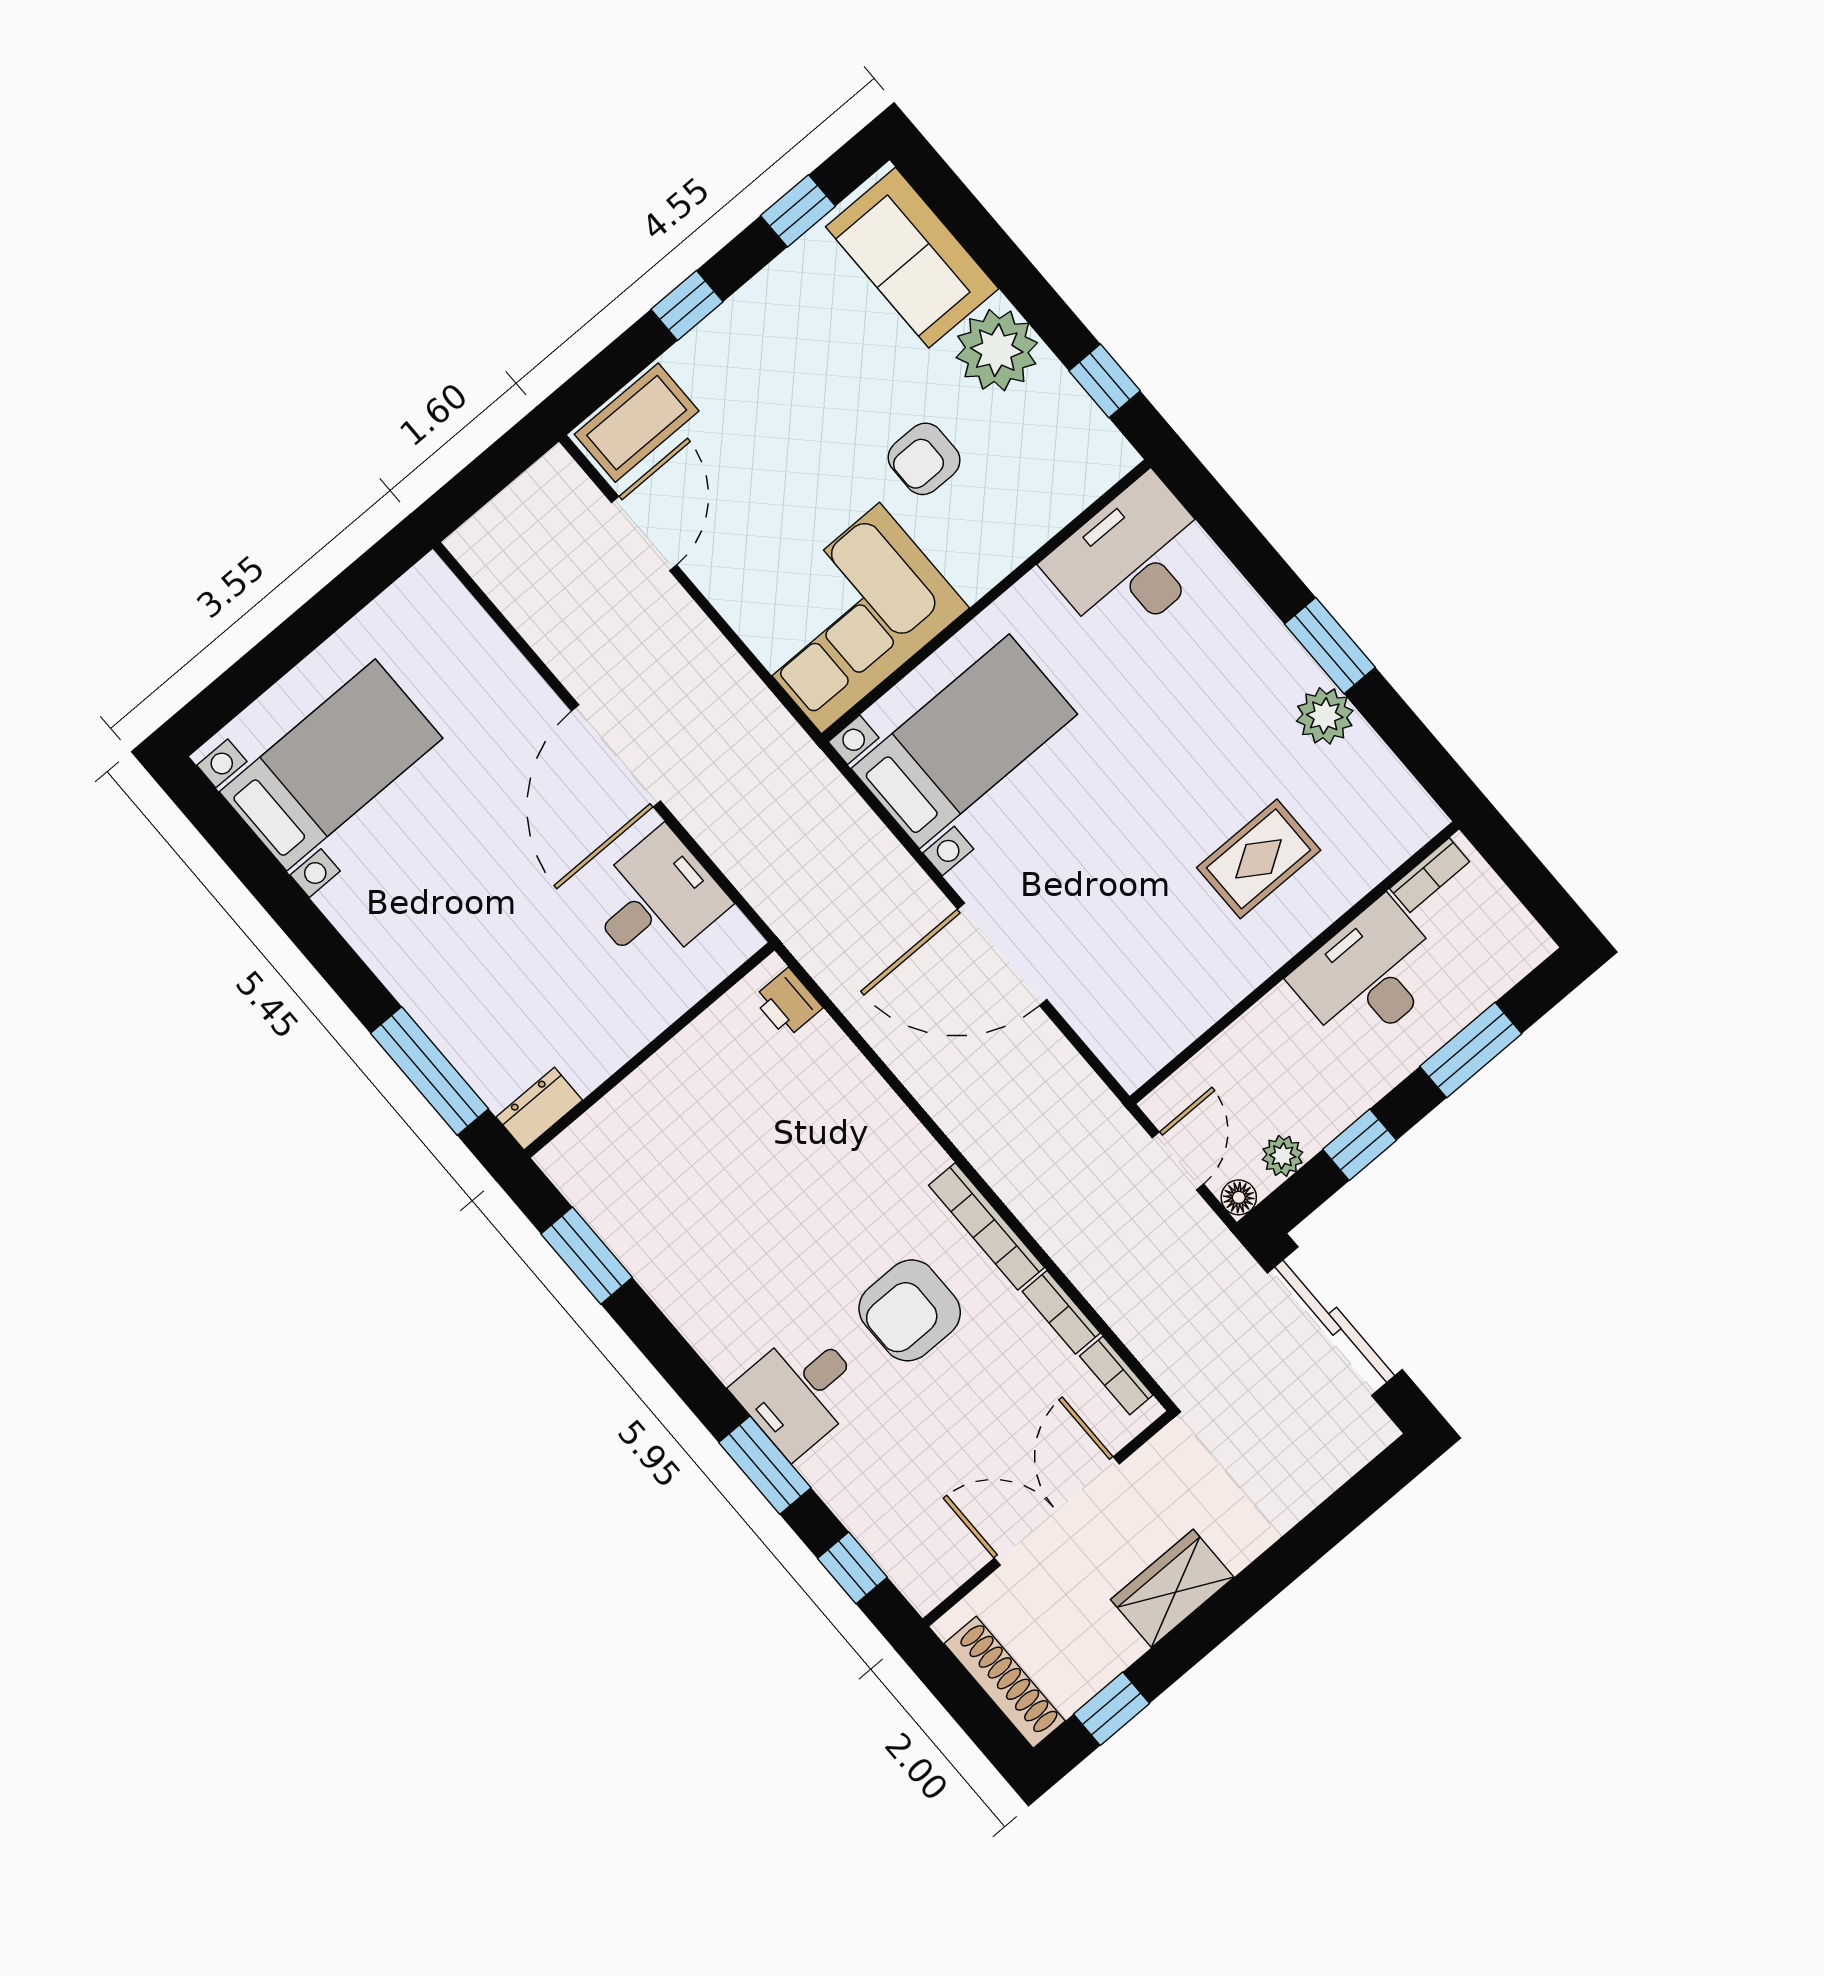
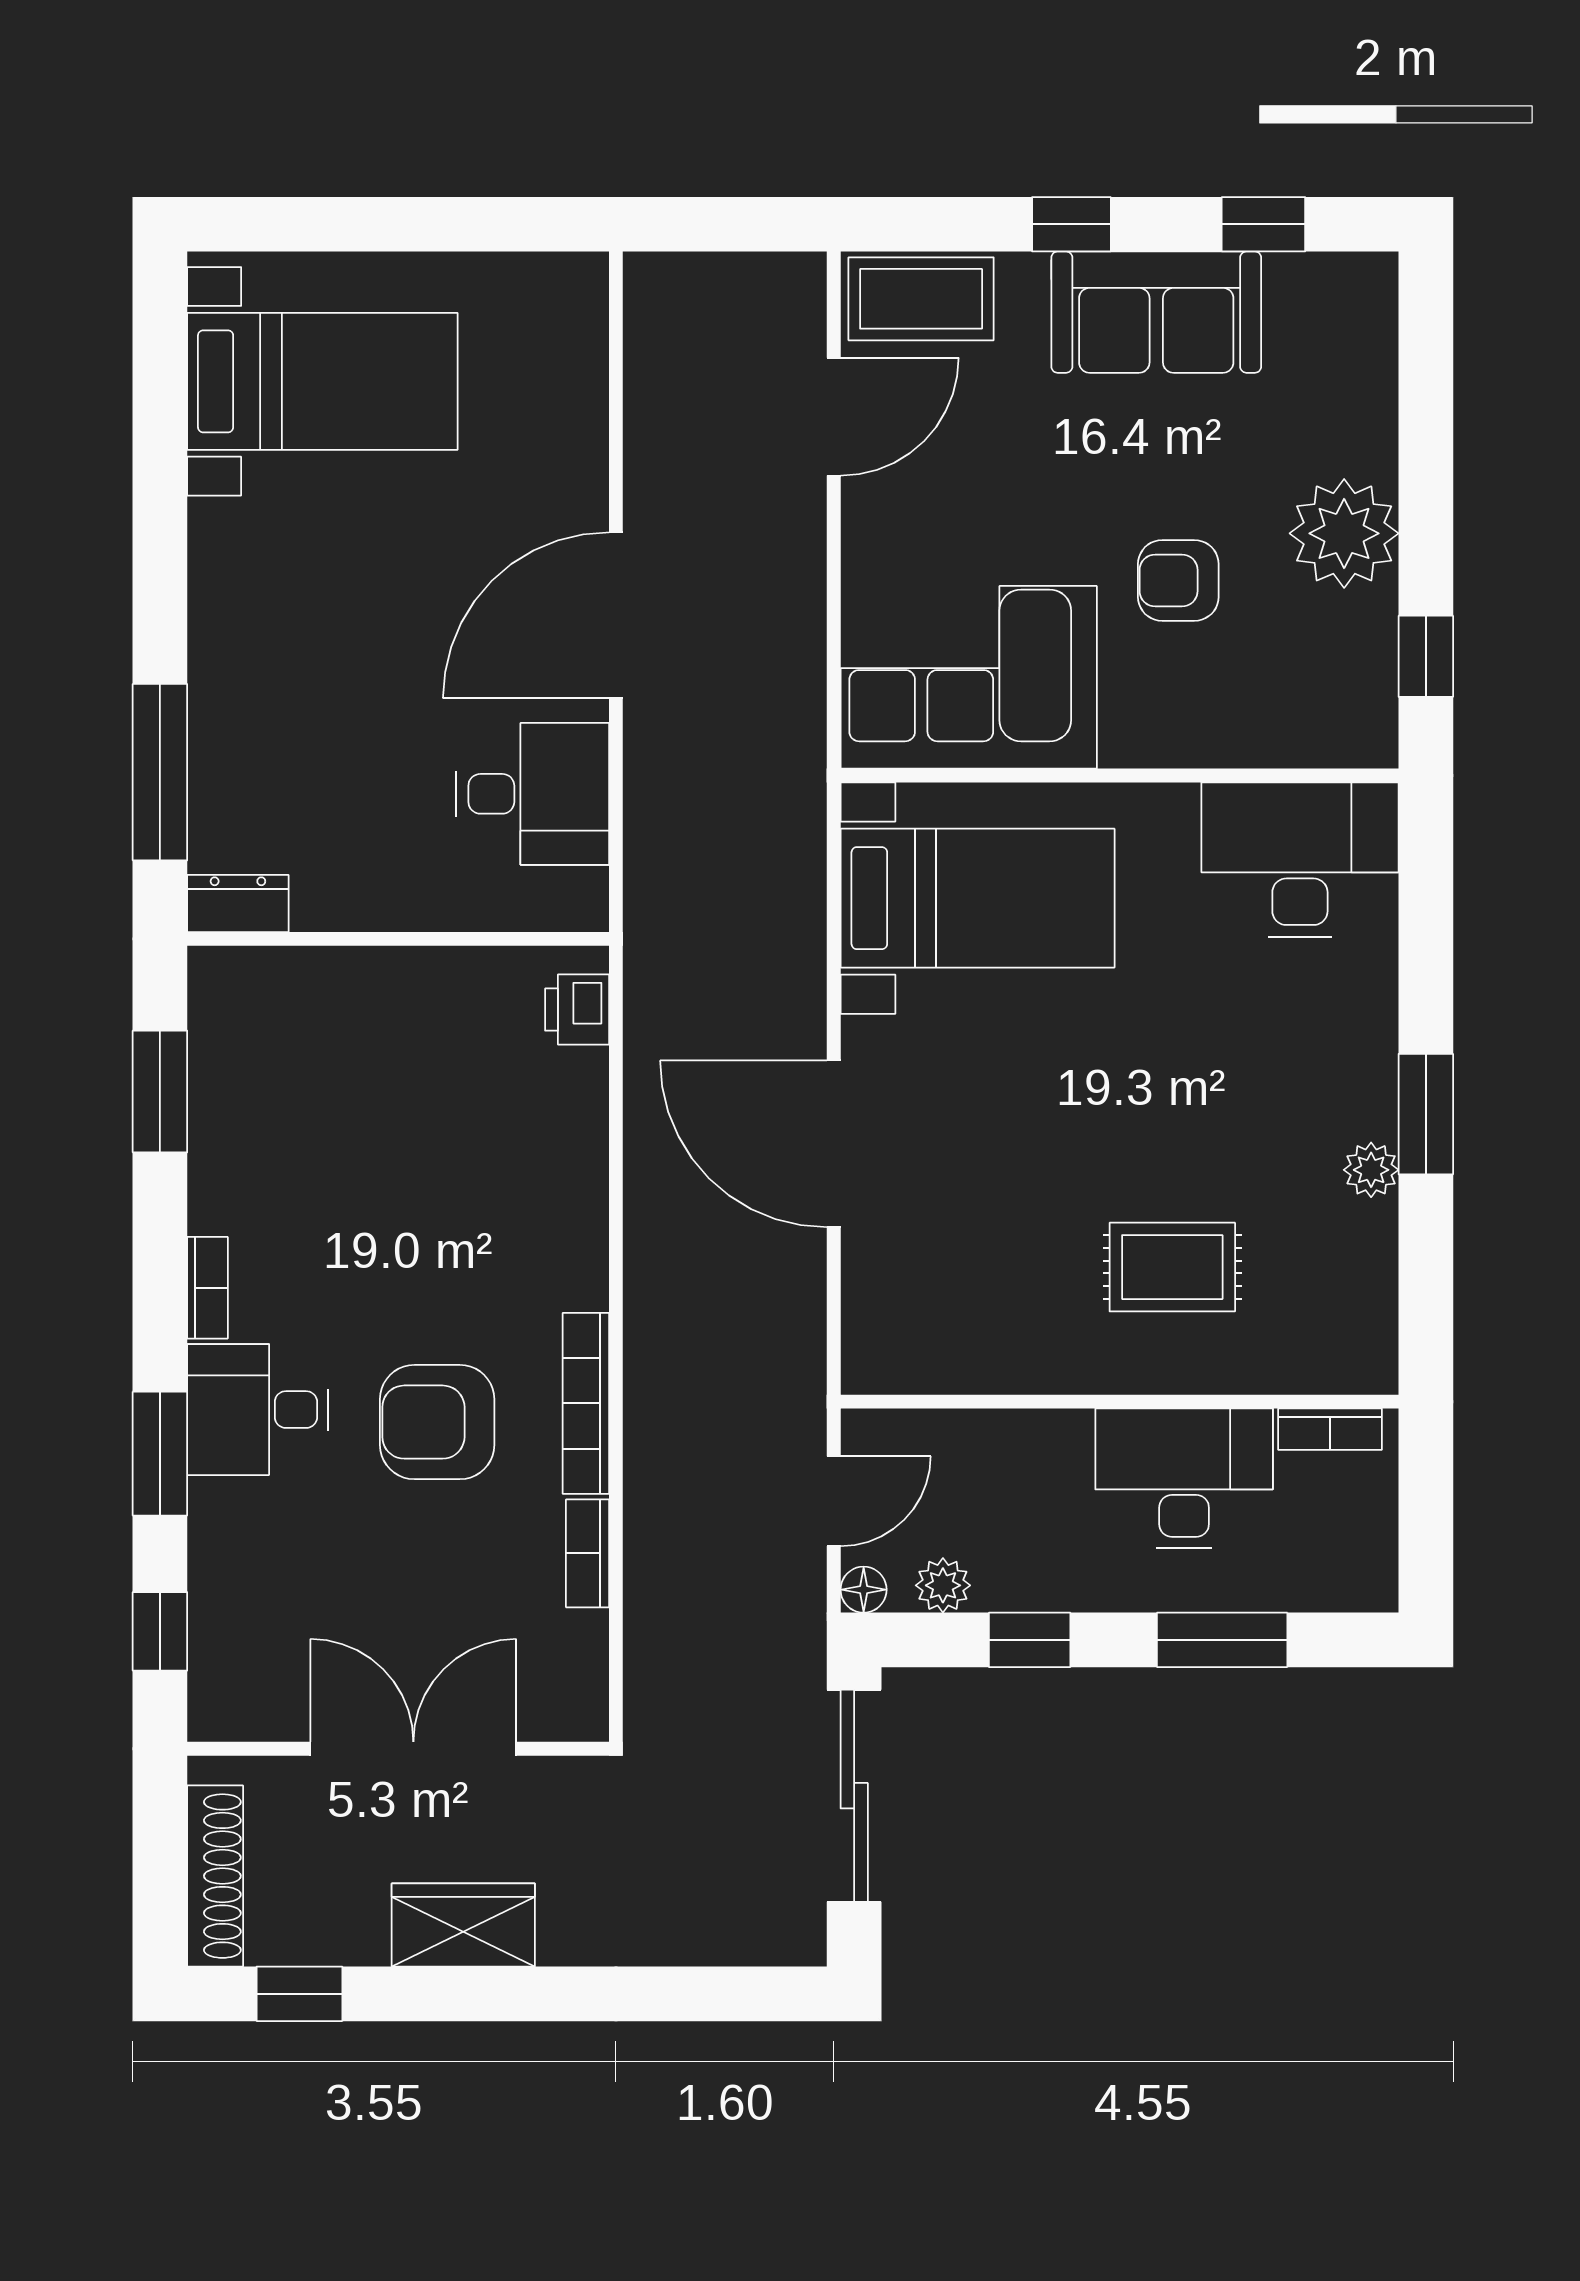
sofa: (912, 258) -> (1156, 312), moved, turned -90
plant: (1325, 716) -> (1371, 1170), width x0.73, depth x0.73
bookcase: (1116, 1375) -> (207, 1288), moved, turned 180

